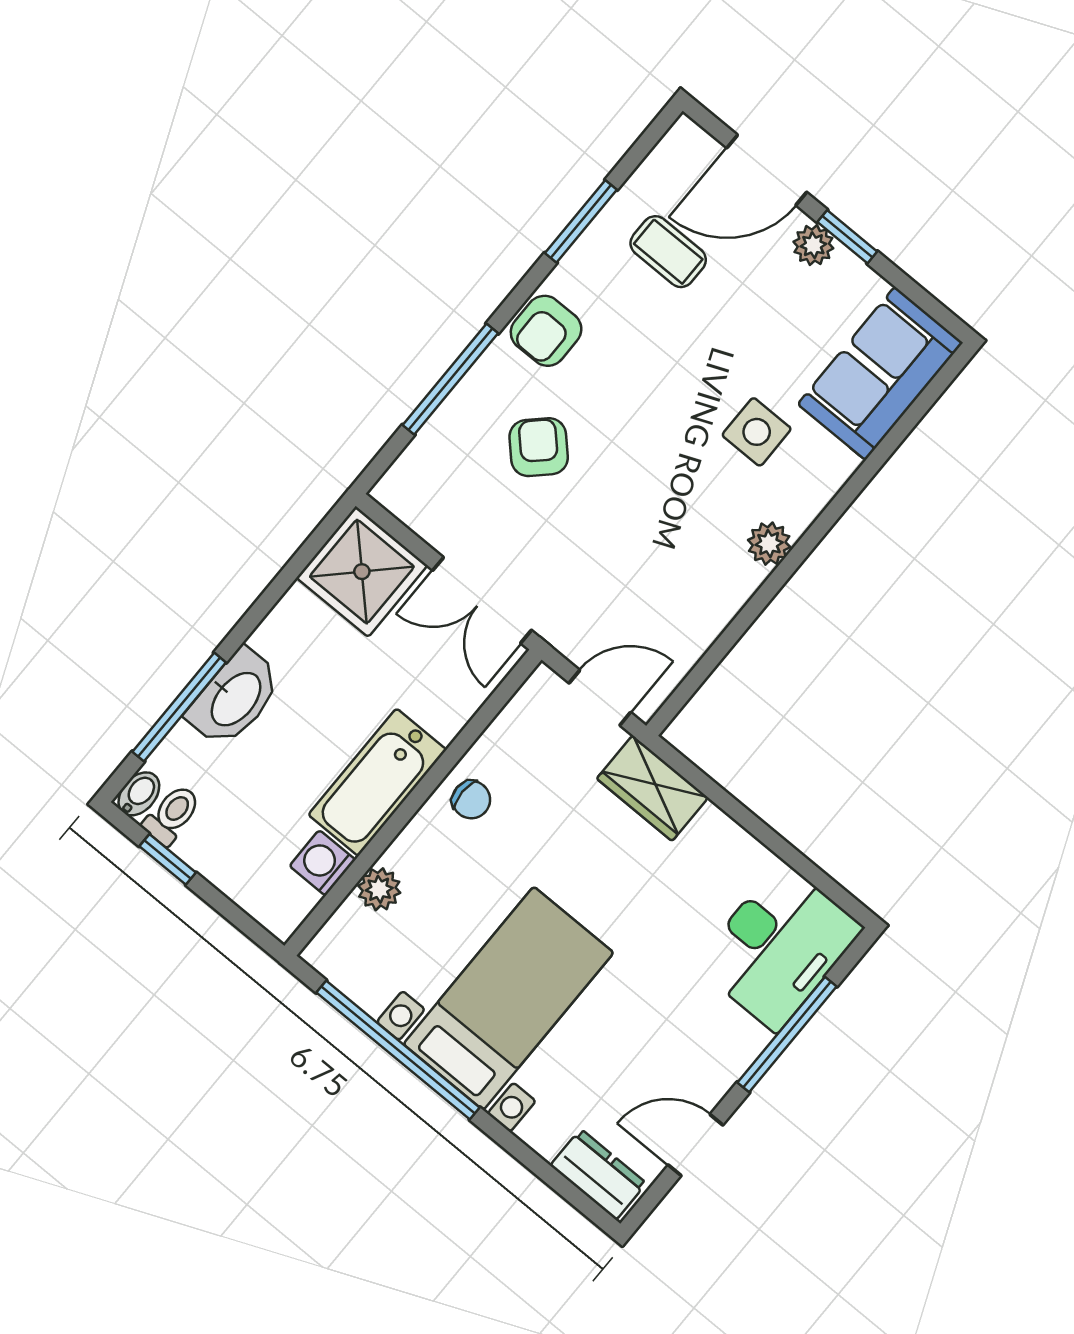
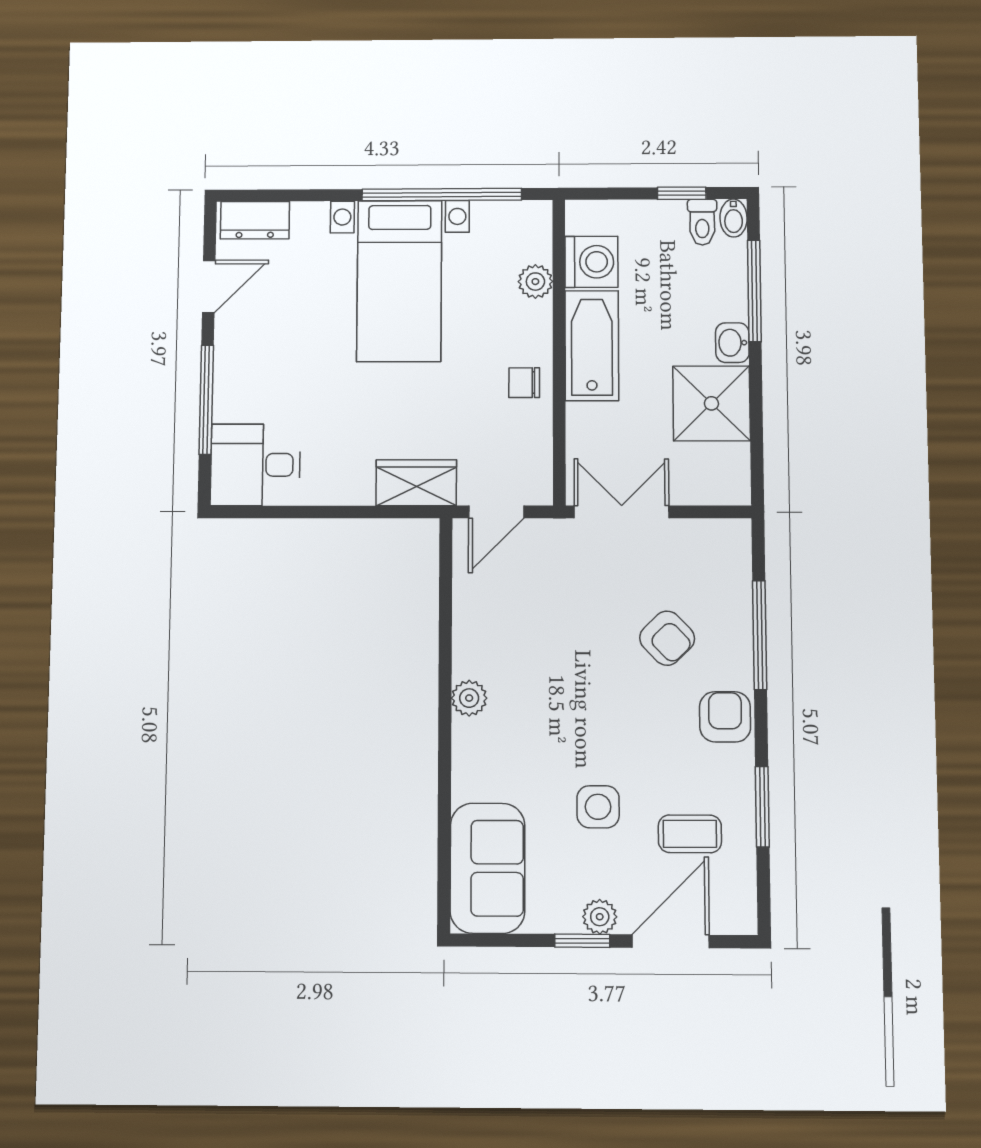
side table: (757, 432) -> (598, 807), moved
shower: (362, 572) -> (711, 403), moved
washbasin: (235, 698) -> (732, 343), width x0.52, depth x0.69
washing machine: (322, 863) -> (591, 262), width x1.38, depth x1.38
desk: (779, 946) -> (255, 465), width x0.73

